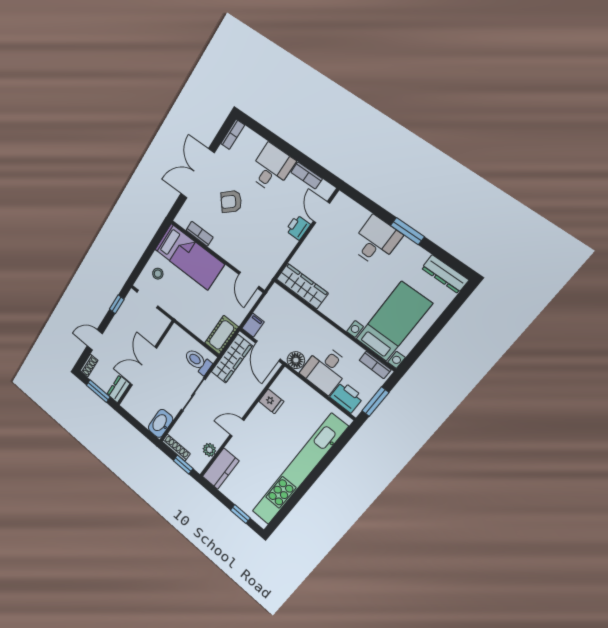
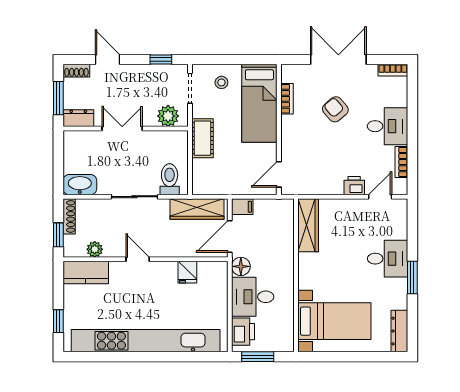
plant: (156, 329) -> (168, 116), added
cot: (222, 335) -> (202, 138), moved, turned 90
bookcase: (375, 365) -> (288, 334), removed
double door: (143, 366) -> (122, 129), width x0.73

